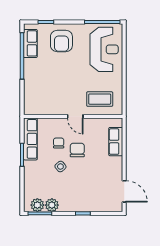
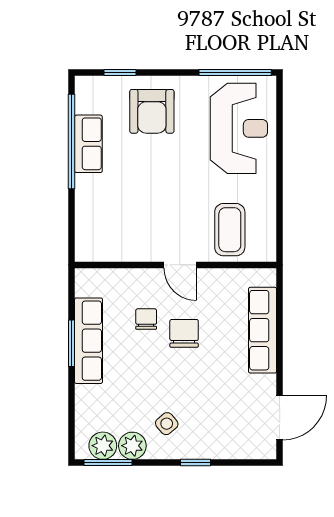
row of seats: (30, 43) -> (88, 144), moved
coffee table: (100, 99) -> (230, 230), turned 90
row of seats: (30, 139) -> (89, 341), moved
row of seats: (116, 142) -> (263, 330), width x1.48
side table: (60, 167) -> (167, 424), moved
door: (124, 191) -> (280, 418), hinge flipped

